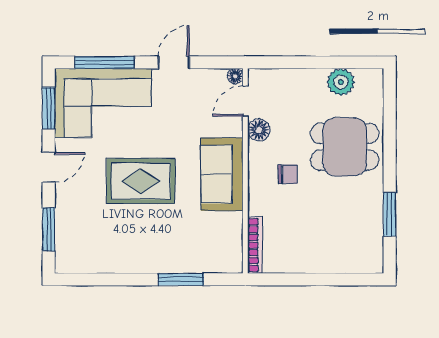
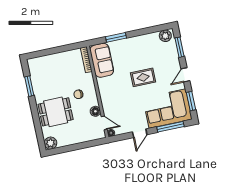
plant: (341, 82) -> (50, 143), moved
door: (245, 101) -> (104, 123), hinge flipped
sofa: (222, 174) -> (102, 60), moved
rug: (141, 181) -> (143, 77), width x0.73, depth x0.70
plant: (74, 260) -> (165, 36), added

